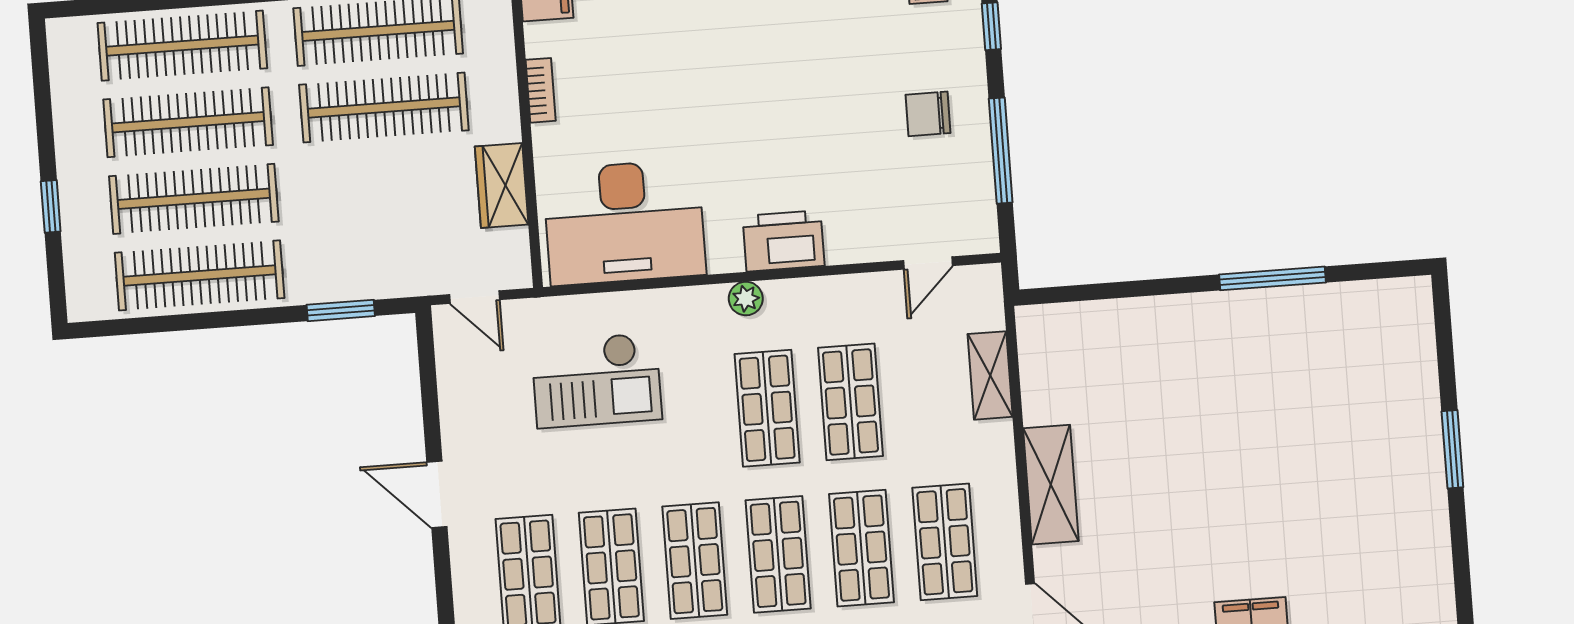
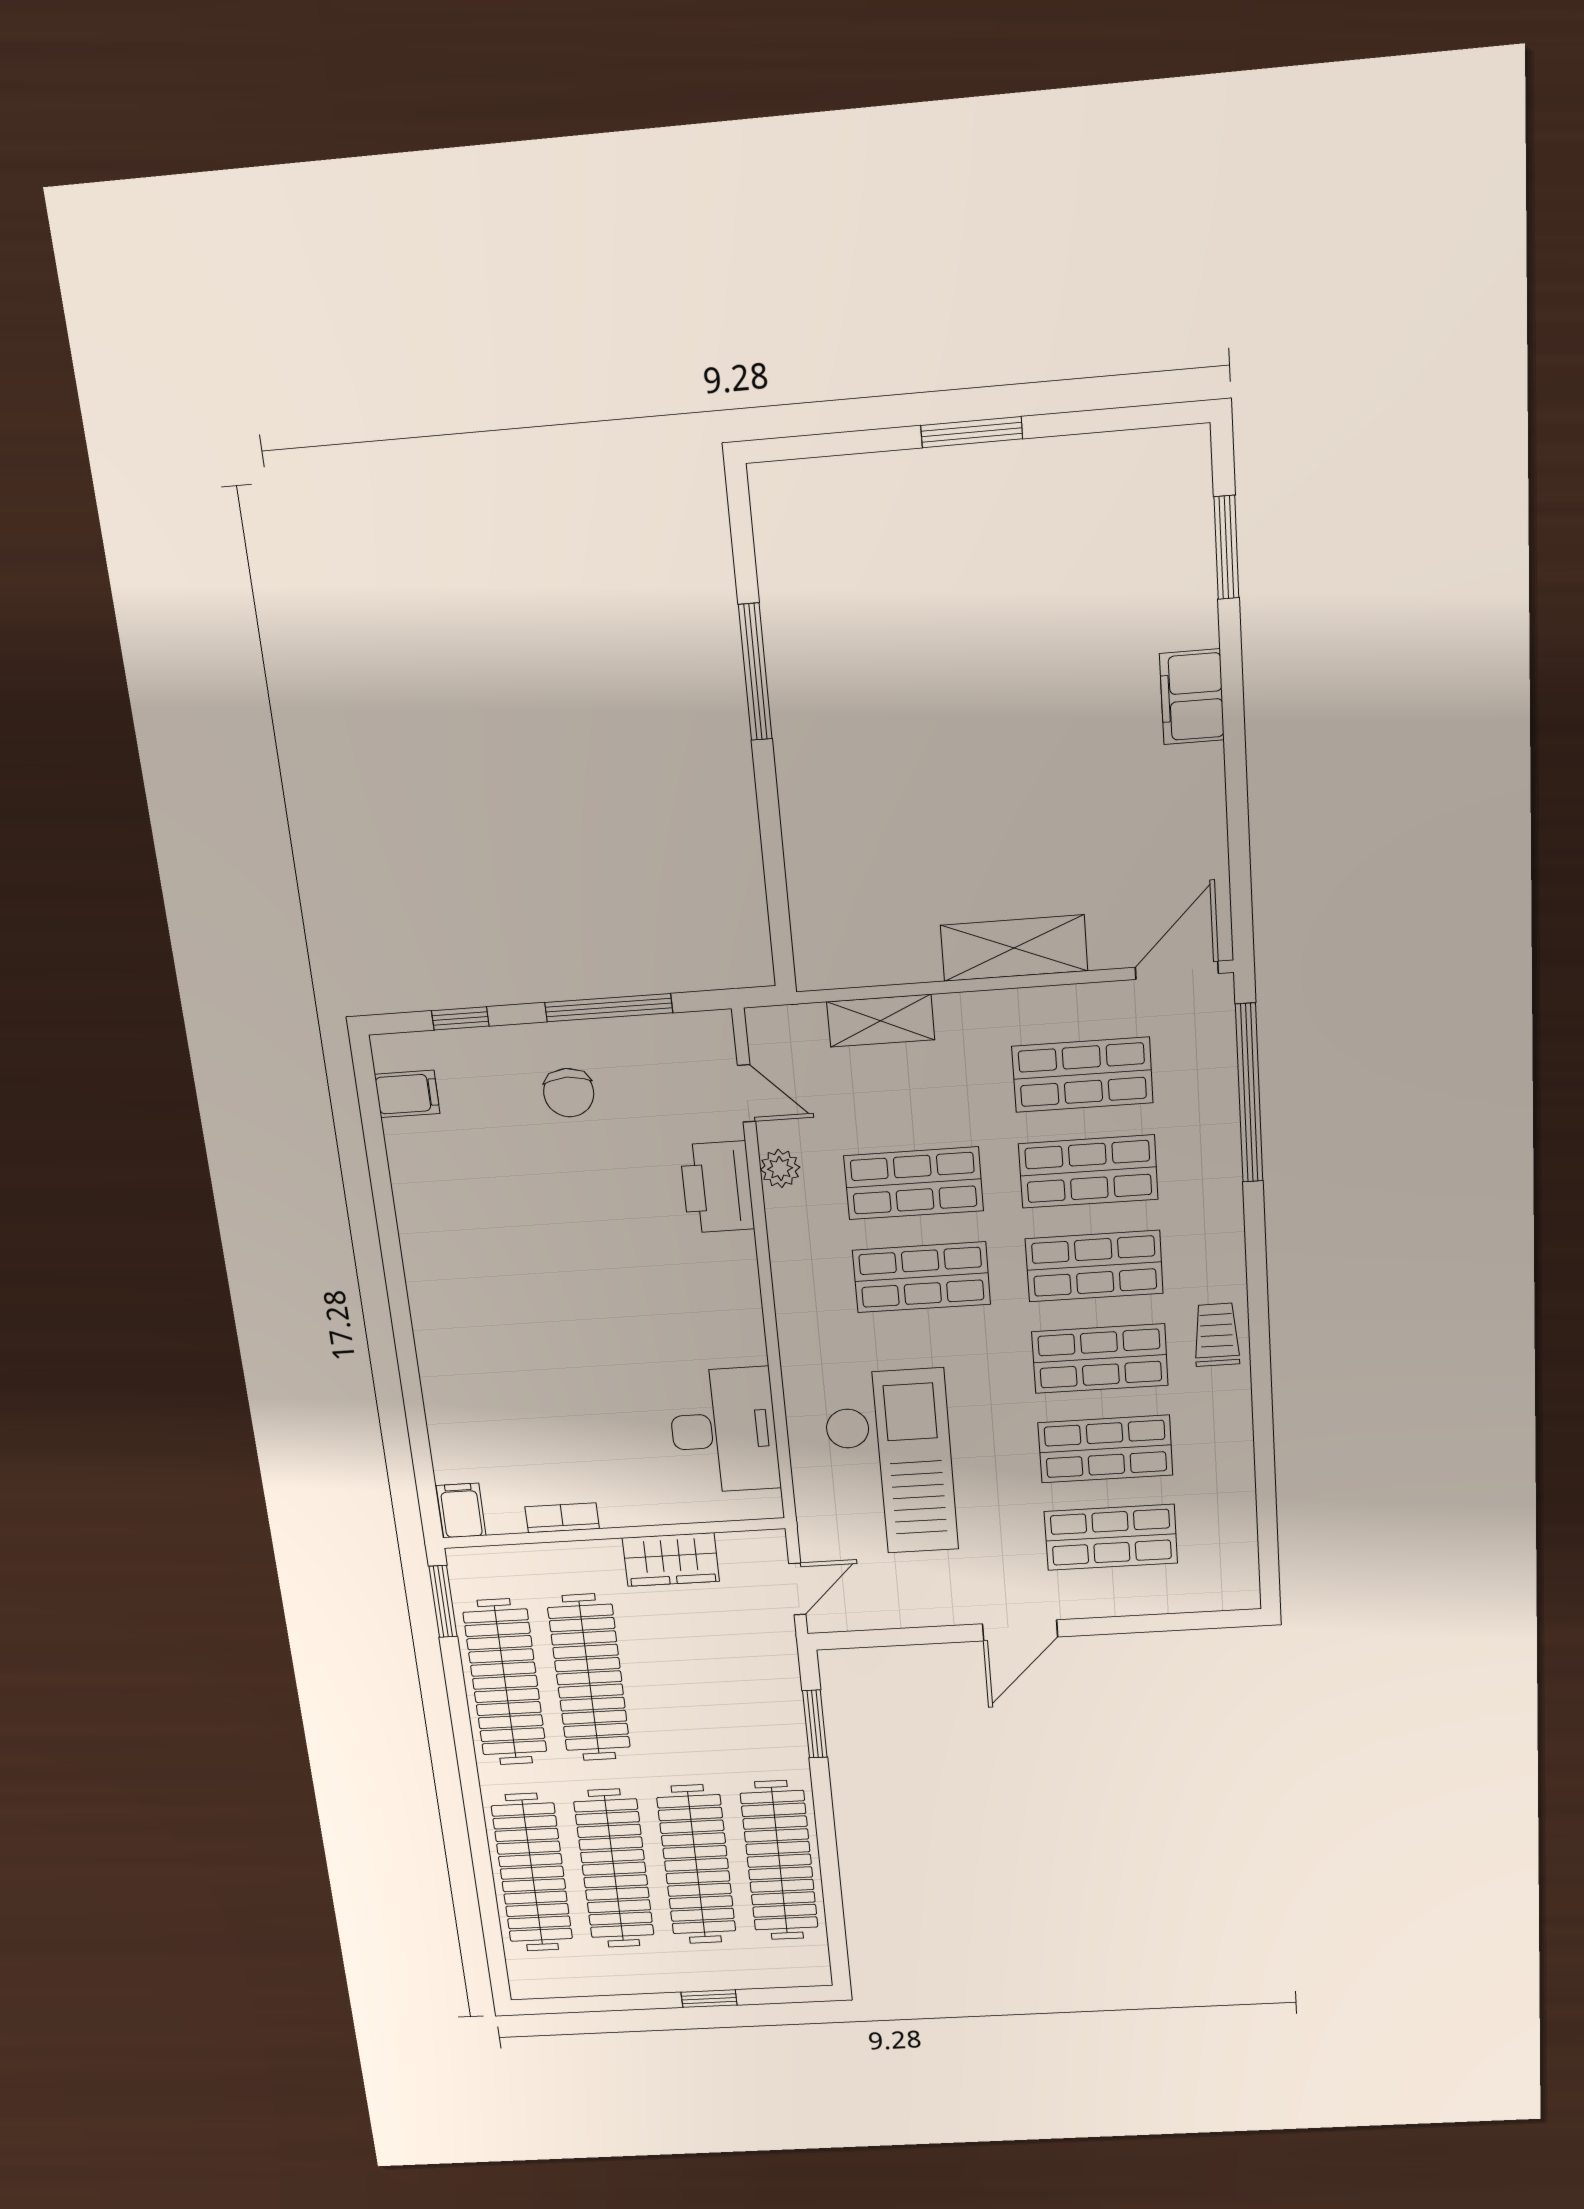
desk: (624, 222) -> (724, 1430), width x0.73, depth x0.77
printer: (784, 241) -> (717, 1187), moved
plant: (746, 299) -> (780, 1169), moved
checkout: (597, 380) -> (890, 1463), width x1.36, depth x1.21

